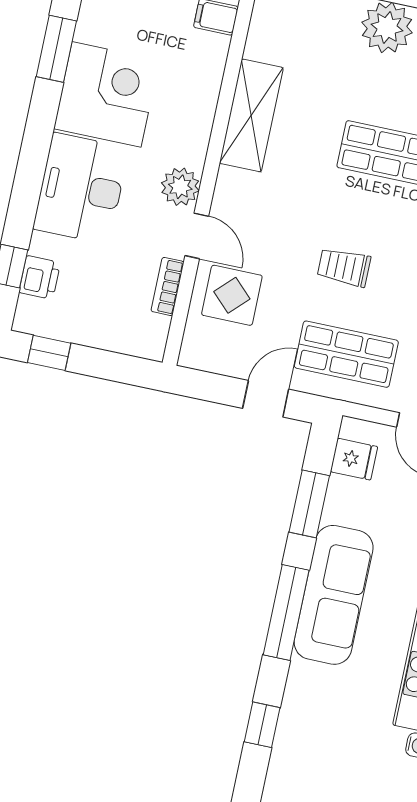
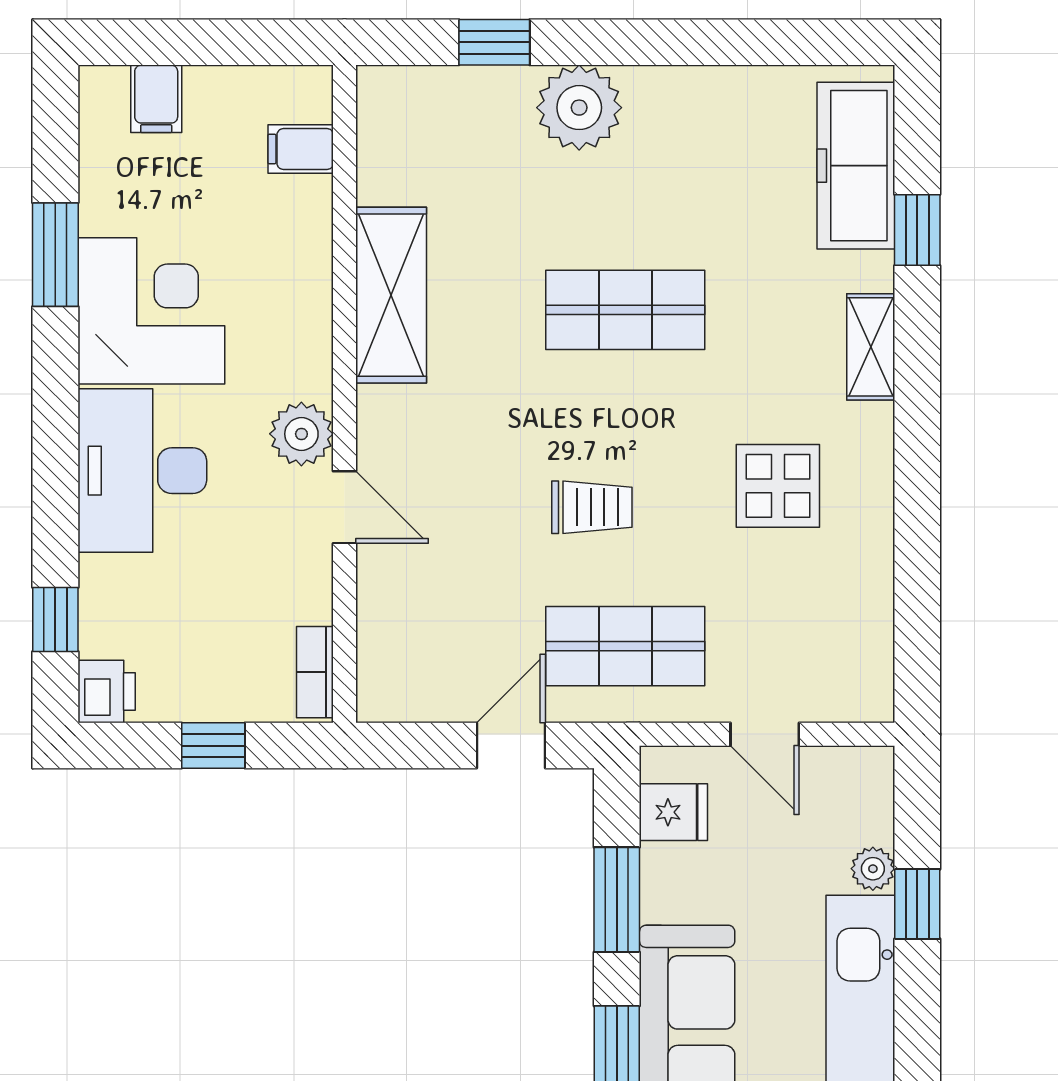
trolley: (344, 267) -> (592, 507), turned 180
printer: (40, 277) -> (107, 691), moved
bookcase: (167, 286) -> (315, 672), moved
display table: (232, 295) -> (421, 591), removed
window: (49, 353) -> (213, 746), moved

